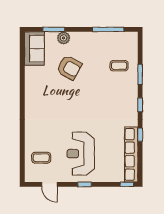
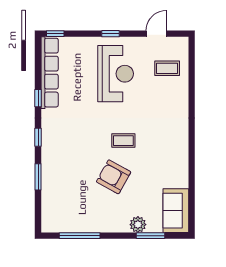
coffee table: (119, 66) -> (123, 141), moved
armchair: (69, 68) -> (114, 177), moved
door: (49, 184) -> (156, 34), hinge flipped

